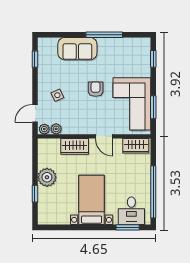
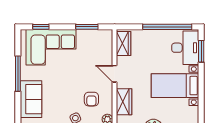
armchair: (96, 89) -> (91, 99), moved, turned -90
corner sofa: (132, 104) -> (51, 47), moved
door: (104, 136) -> (115, 74), swing flipped
desk: (131, 211) -> (185, 48), width x1.37

